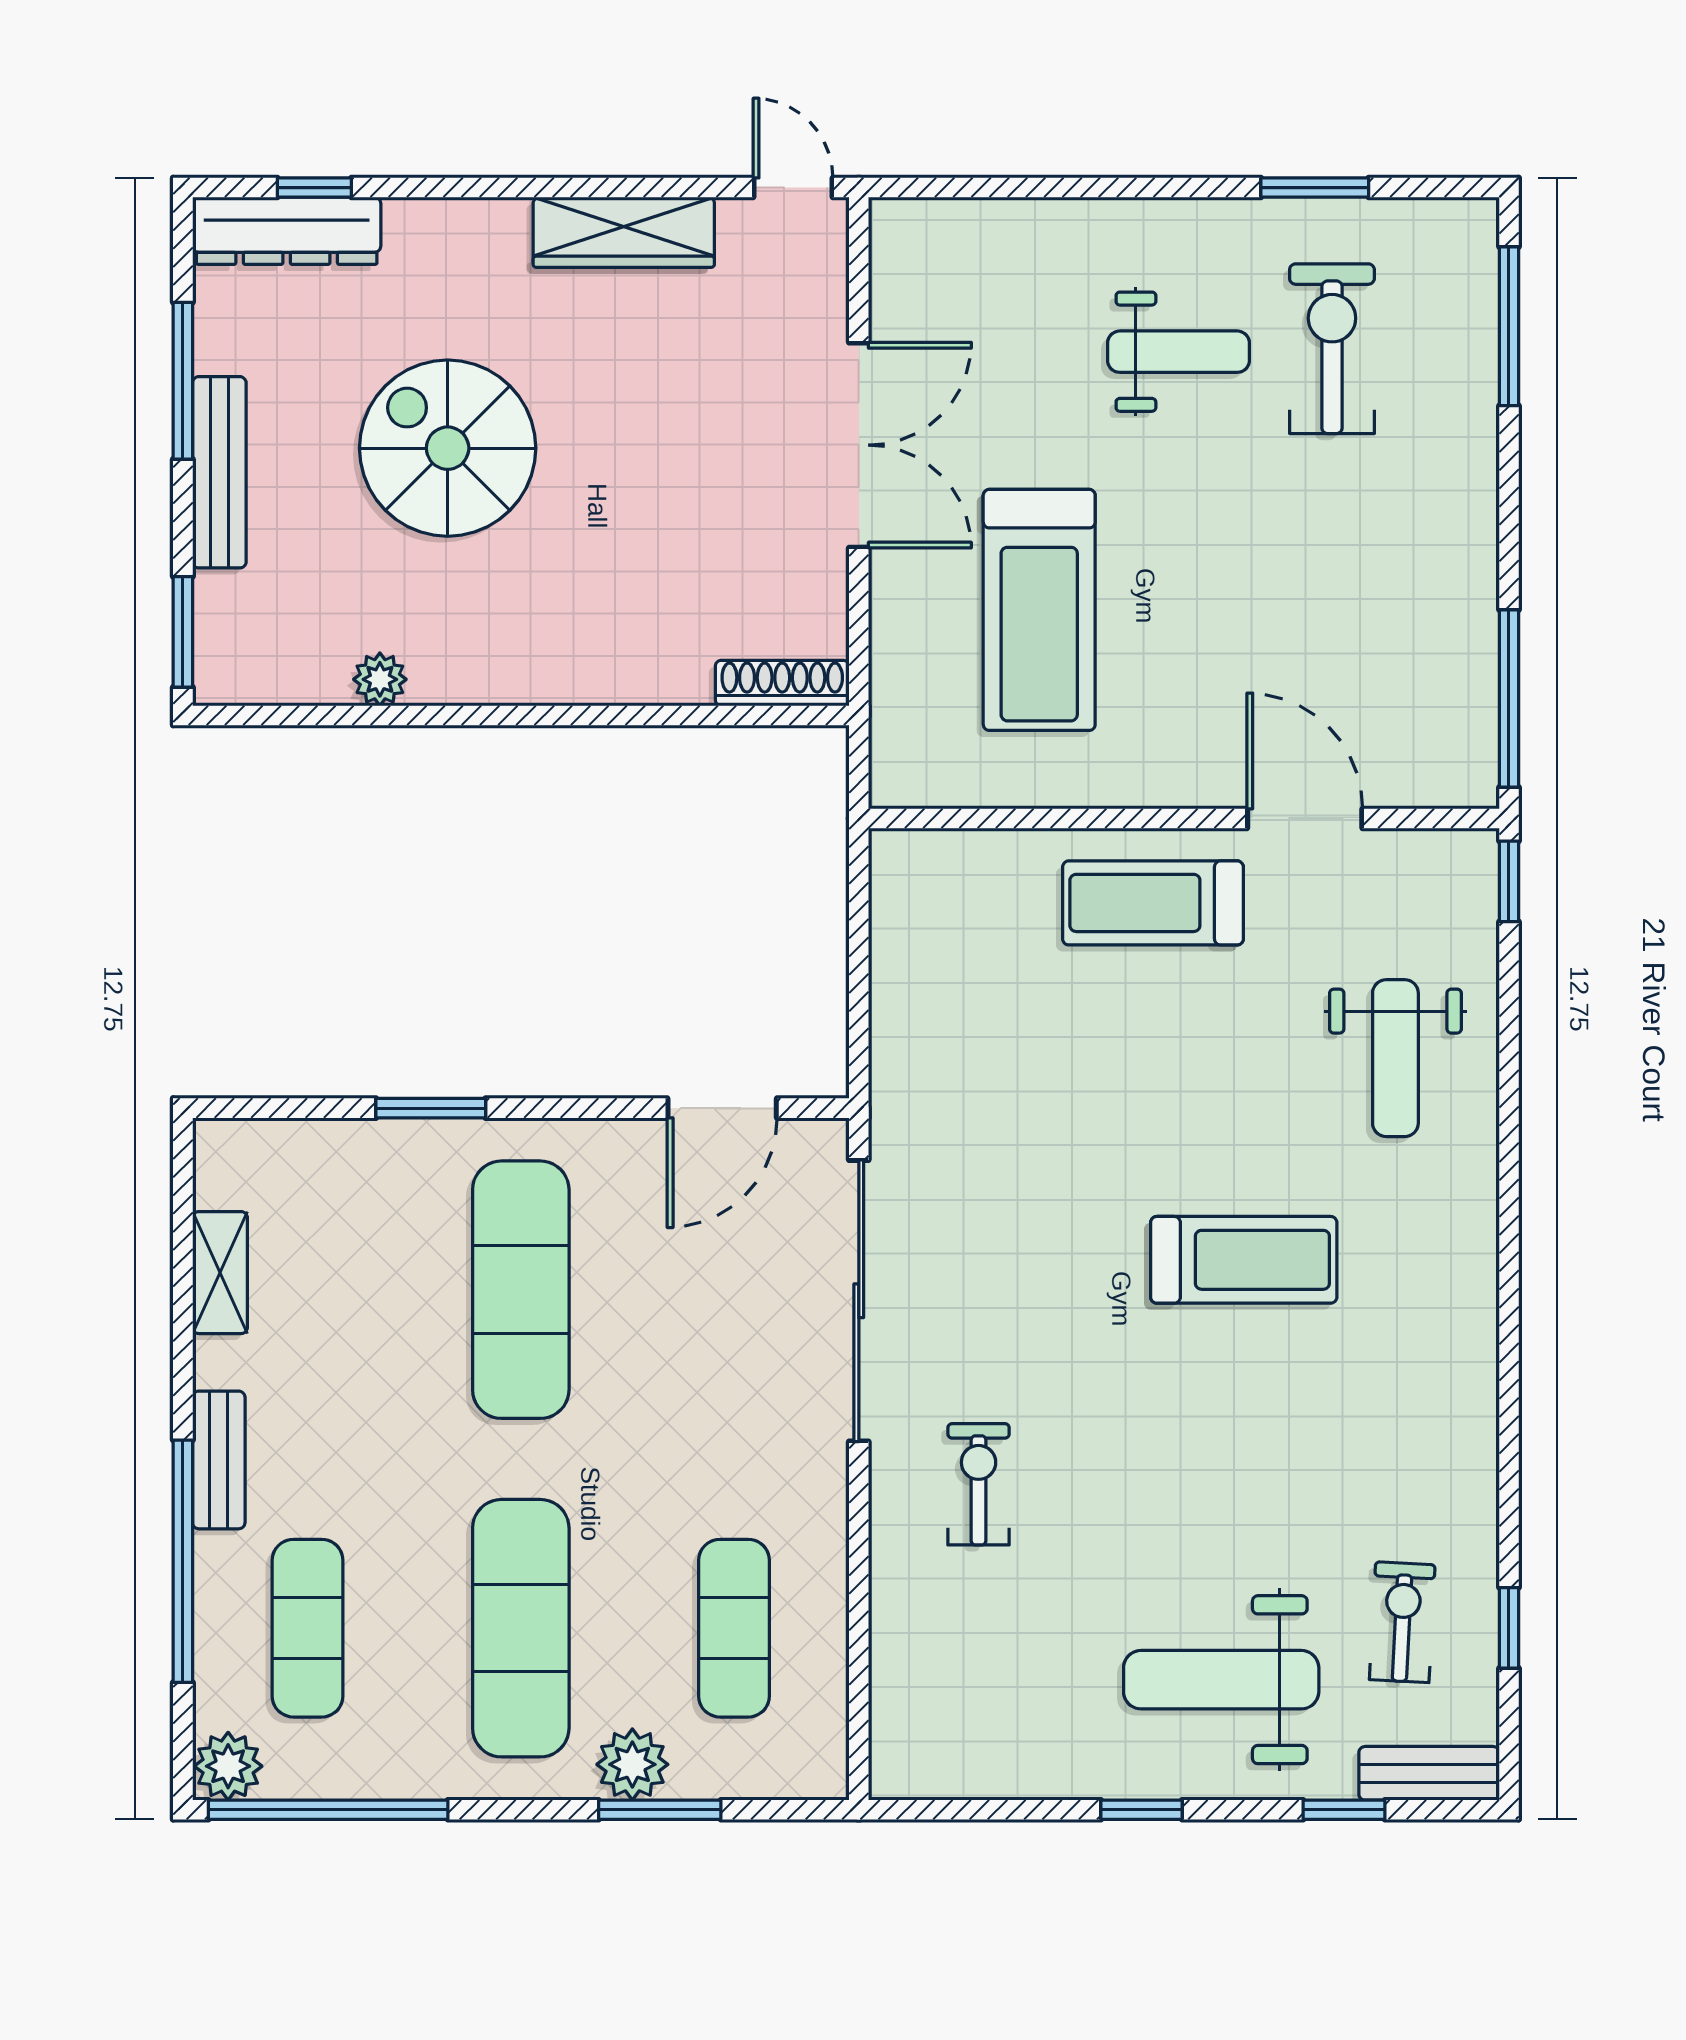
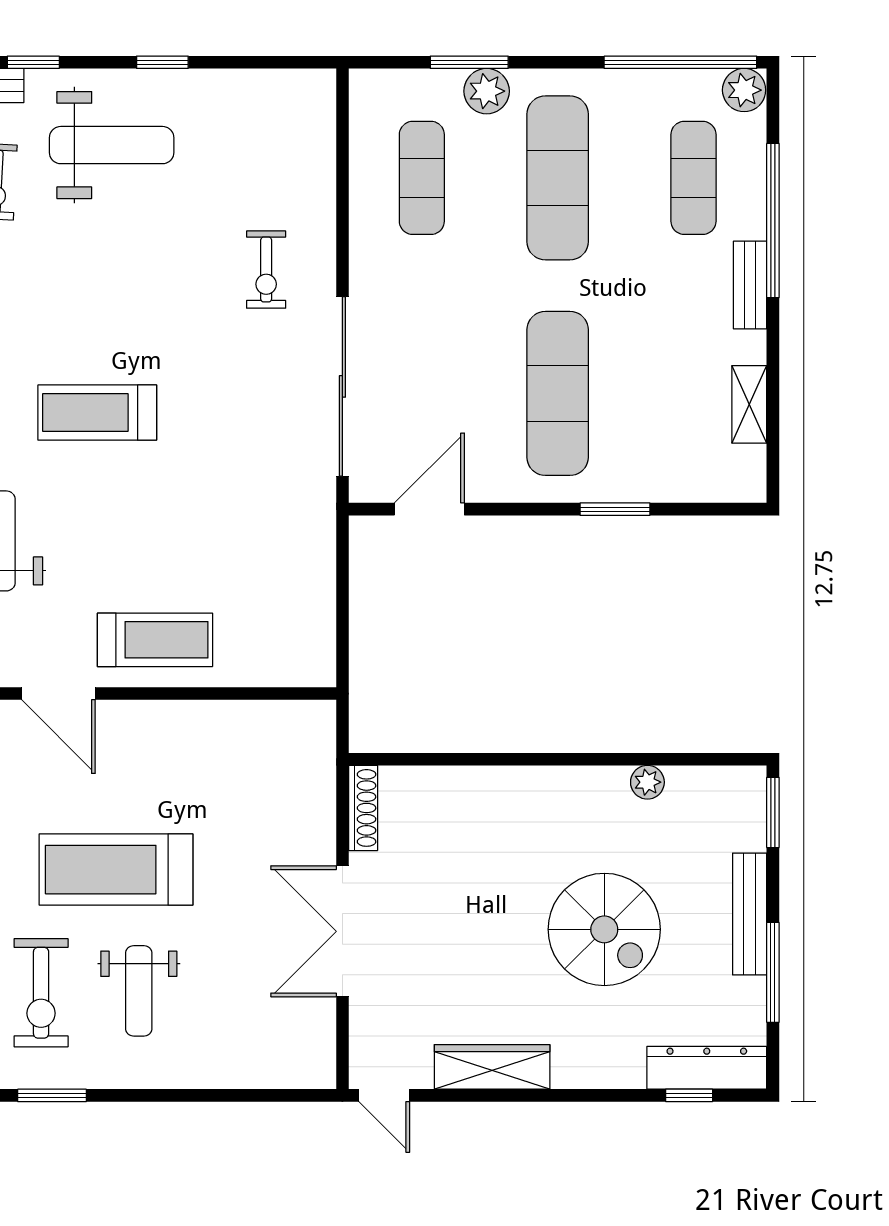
weight bench: (1179, 352) -> (139, 991), turned -90
treadmill: (1039, 610) -> (116, 870), moved, turned -90
shoe rack: (782, 683) -> (363, 808), moved, turned -90

